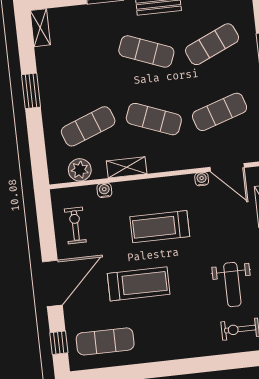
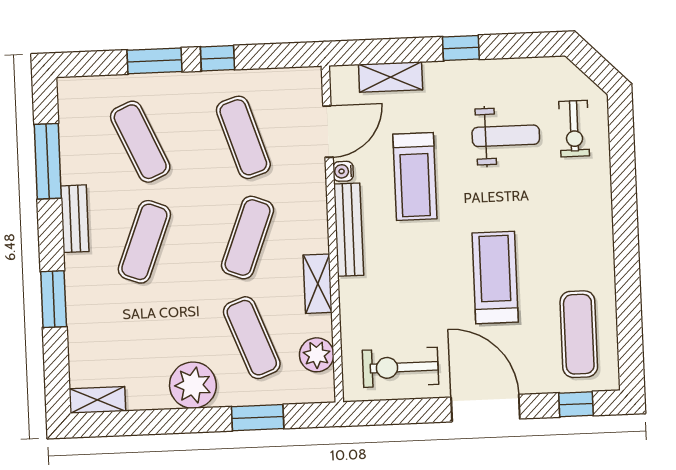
plant: (54, 90) -> (193, 385), added
window: (31, 91) -> (258, 418), moved
bench: (164, 185) -> (349, 230), added
water cooler: (104, 190) -> (350, 320), removed
exercise bike: (75, 226) -> (400, 367), width x1.38, depth x1.39
treadmill: (160, 227) -> (415, 176), moved

